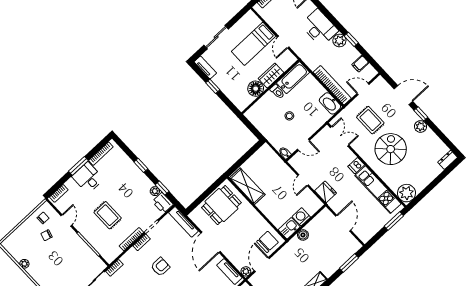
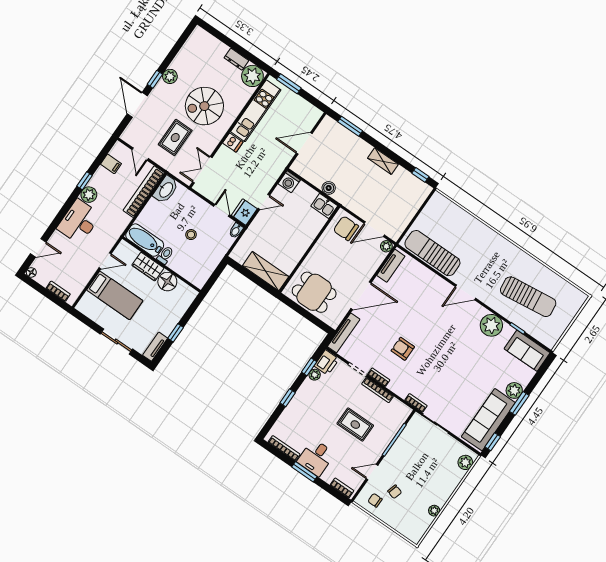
dresser: (448, 160) -> (236, 59), moved
shelving: (247, 186) -> (266, 271), moved, turned 90
fridge: (326, 192) -> (244, 212), moved
rug: (108, 215) -> (355, 425), turned 90
washing machine: (301, 217) -> (289, 182), moved

